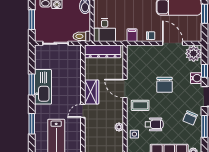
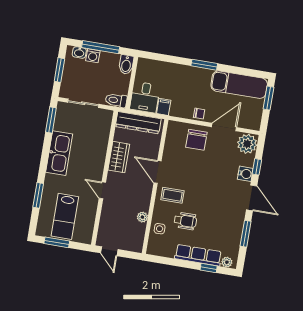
filing cabinet: (132, 35) -> (164, 107), moved
door: (173, 43) -> (224, 127), hinge flipped
window: (32, 84) -> (51, 120), moved
chair: (165, 85) -> (196, 140), moved
wardrobe: (92, 92) -> (119, 157), moved
door: (83, 111) -> (102, 190), hinge flipped
chair: (190, 118) -> (230, 221), removed

